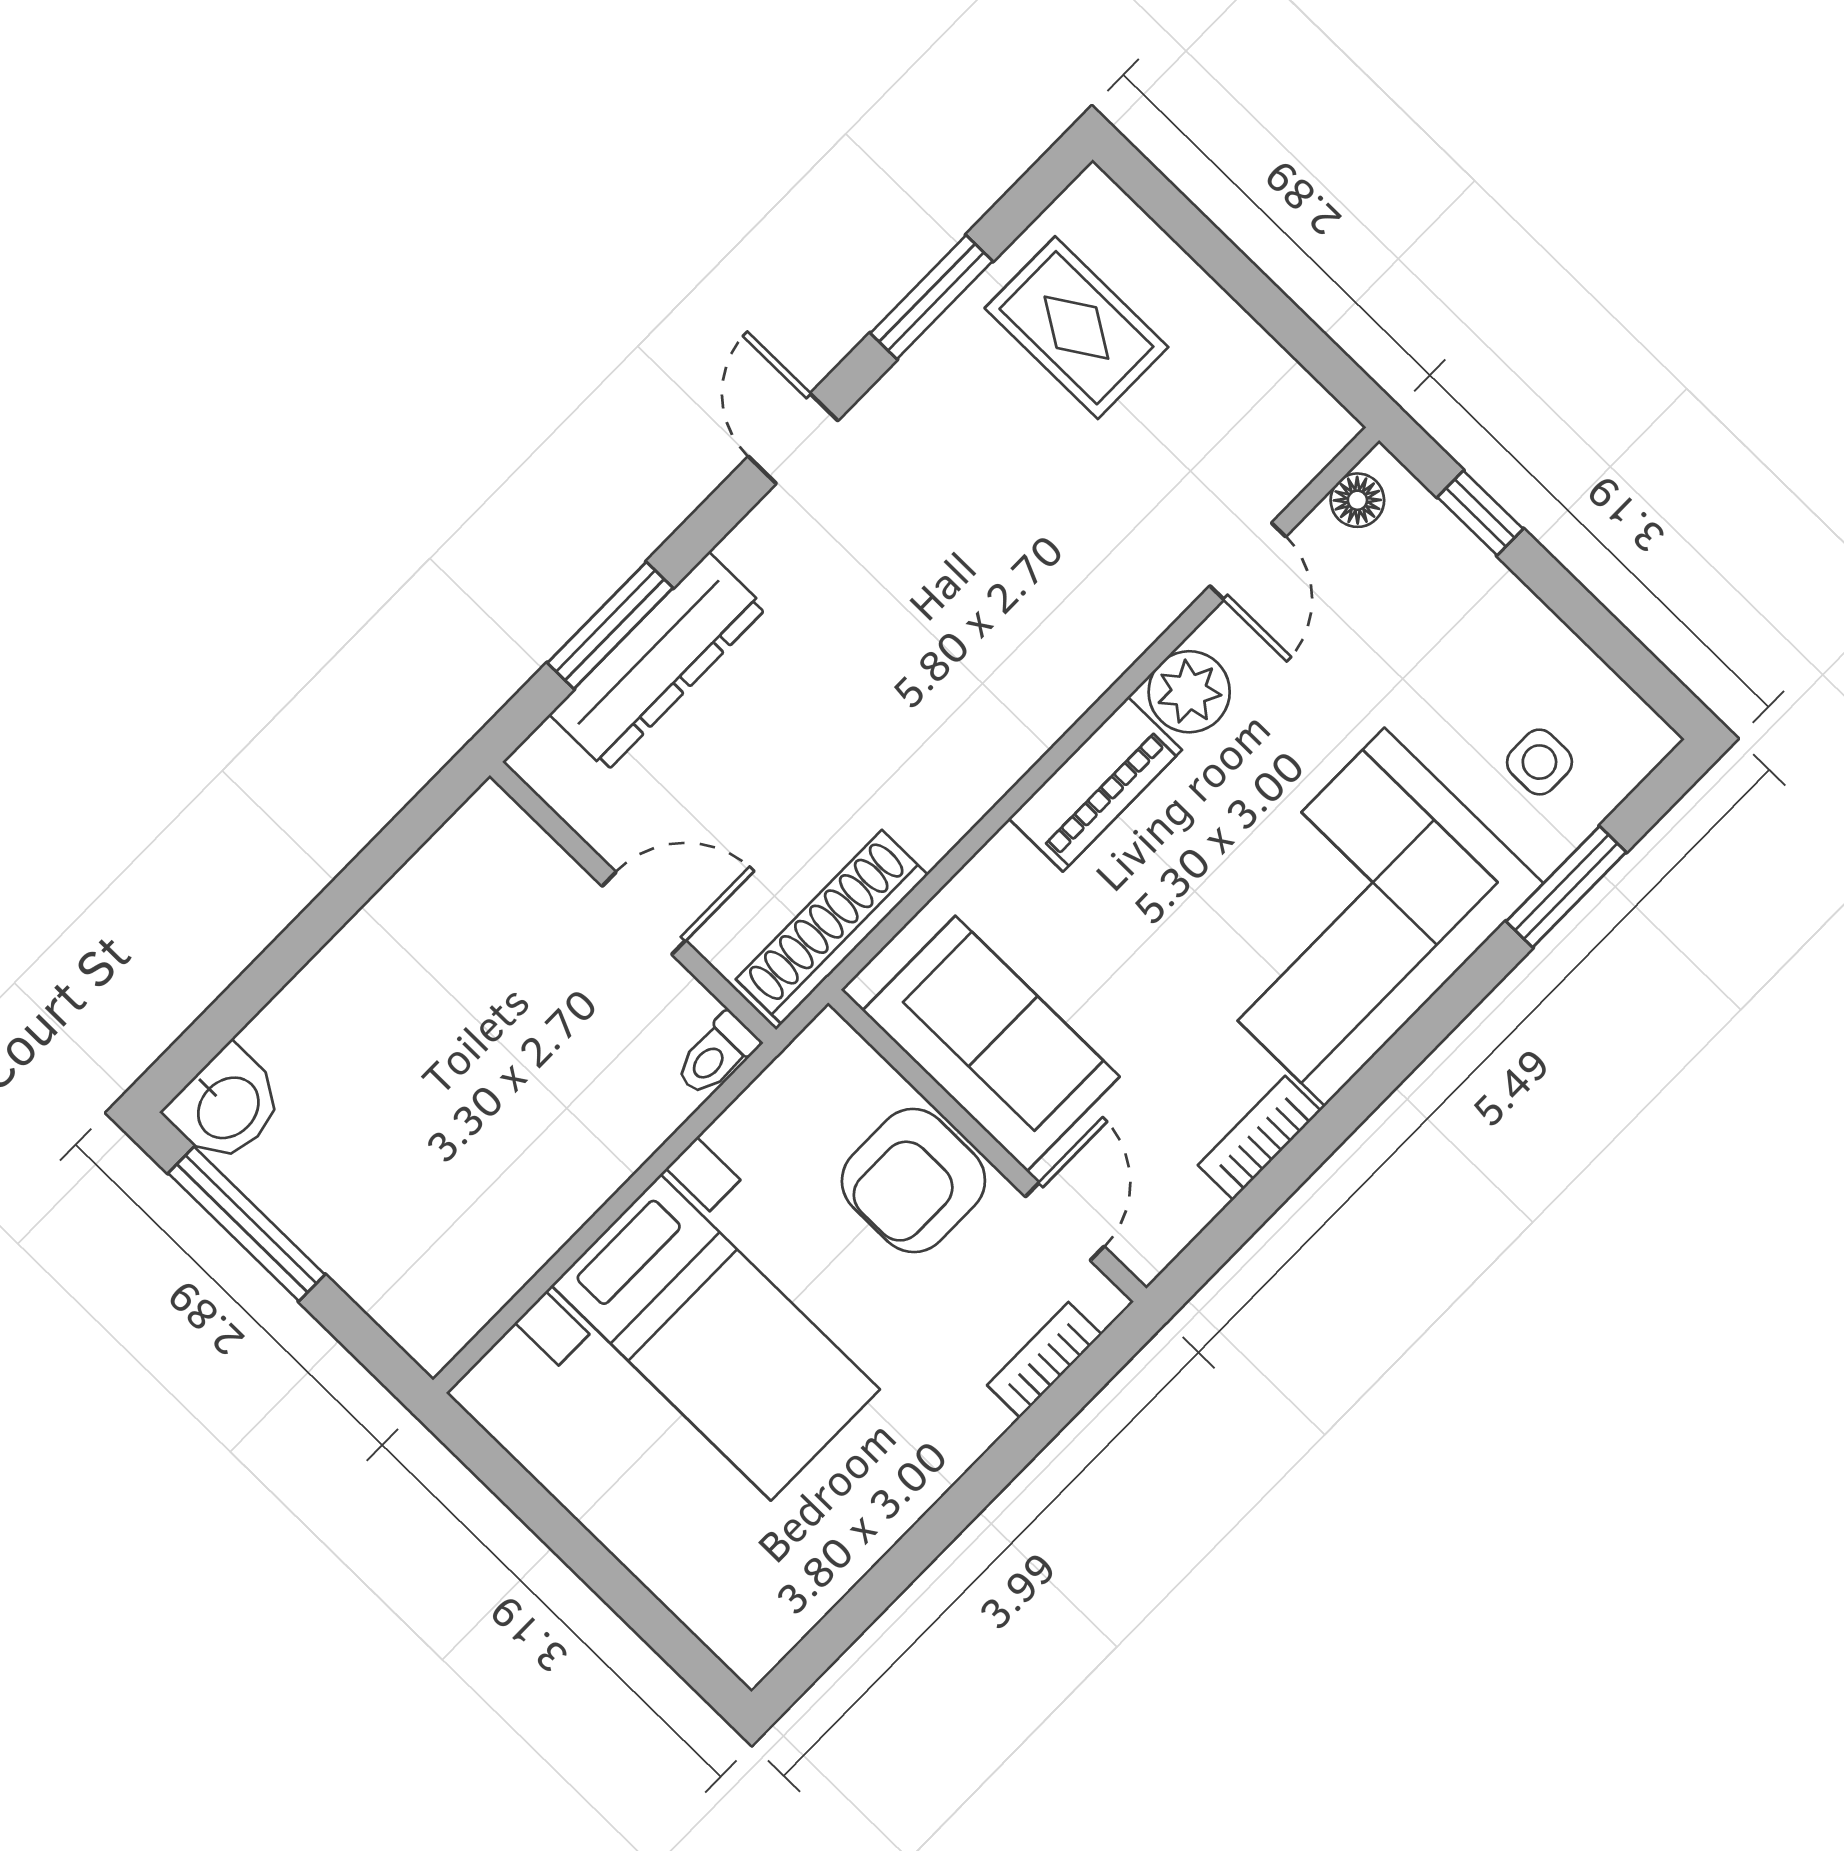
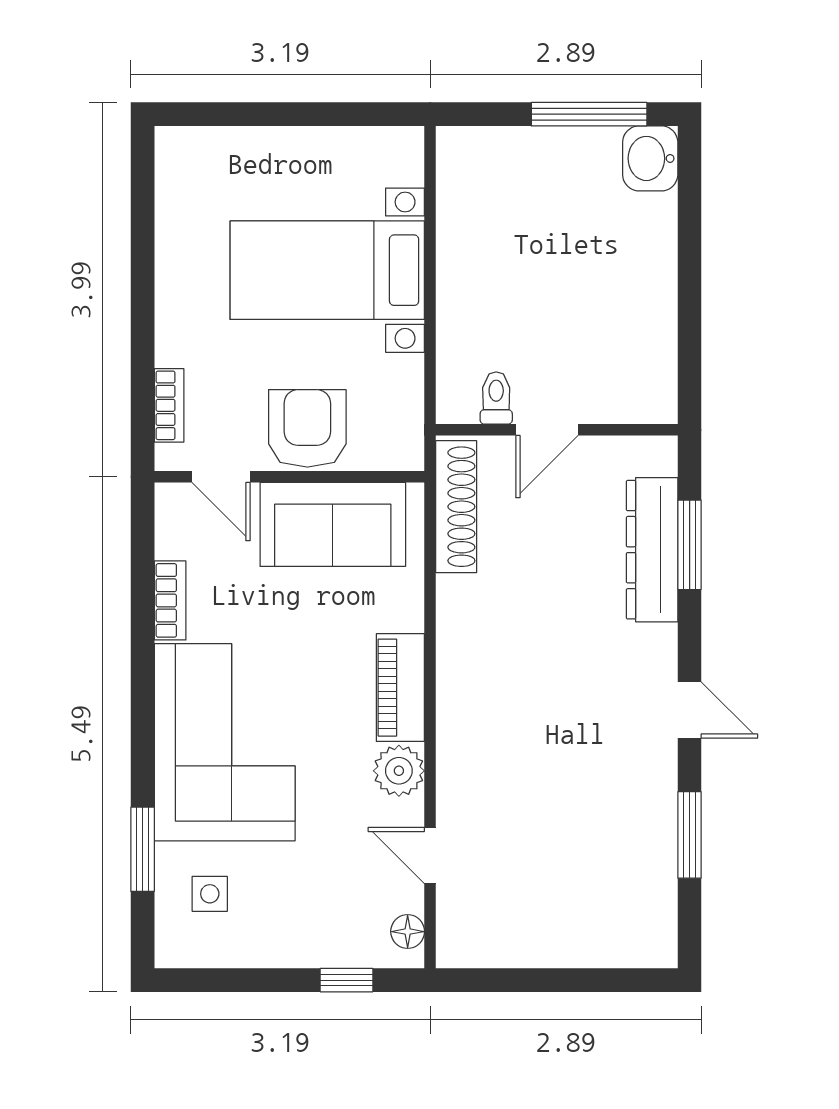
rug: (1076, 328) -> (611, 885), removed
toilet: (716, 1055) -> (496, 398), moved

